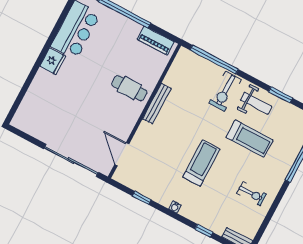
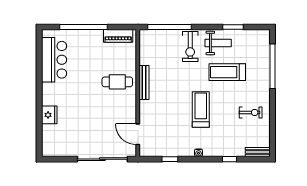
fridge: (53, 61) -> (49, 115), moved
treadmill: (249, 139) -> (227, 72), turned 180

